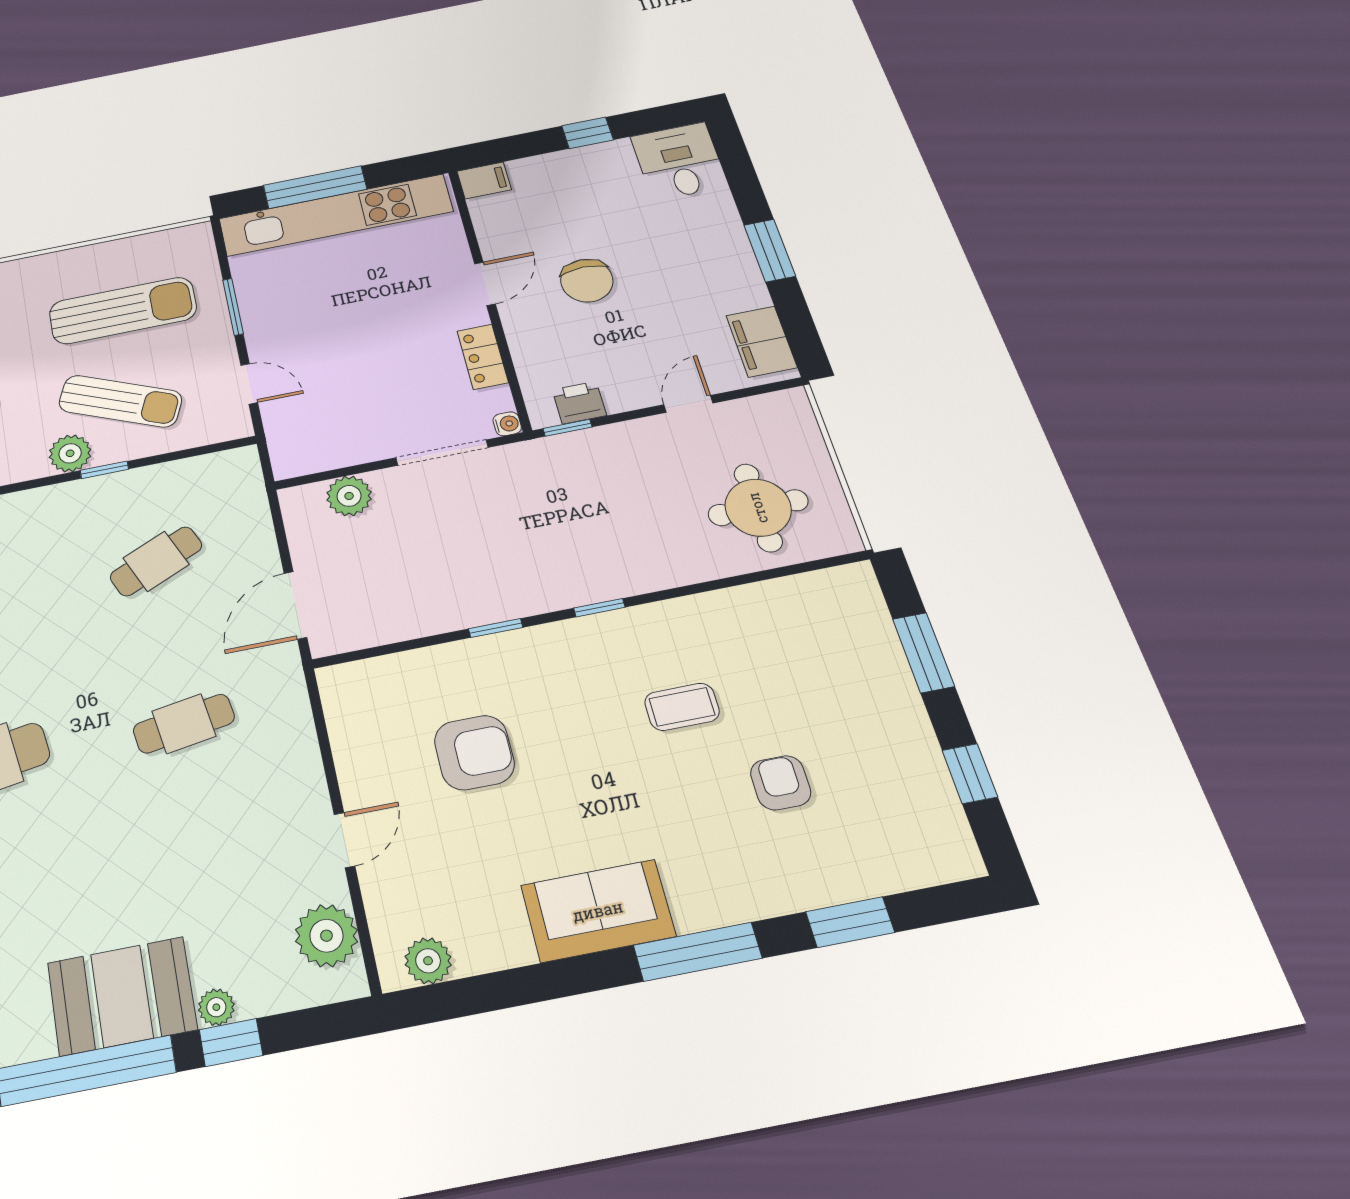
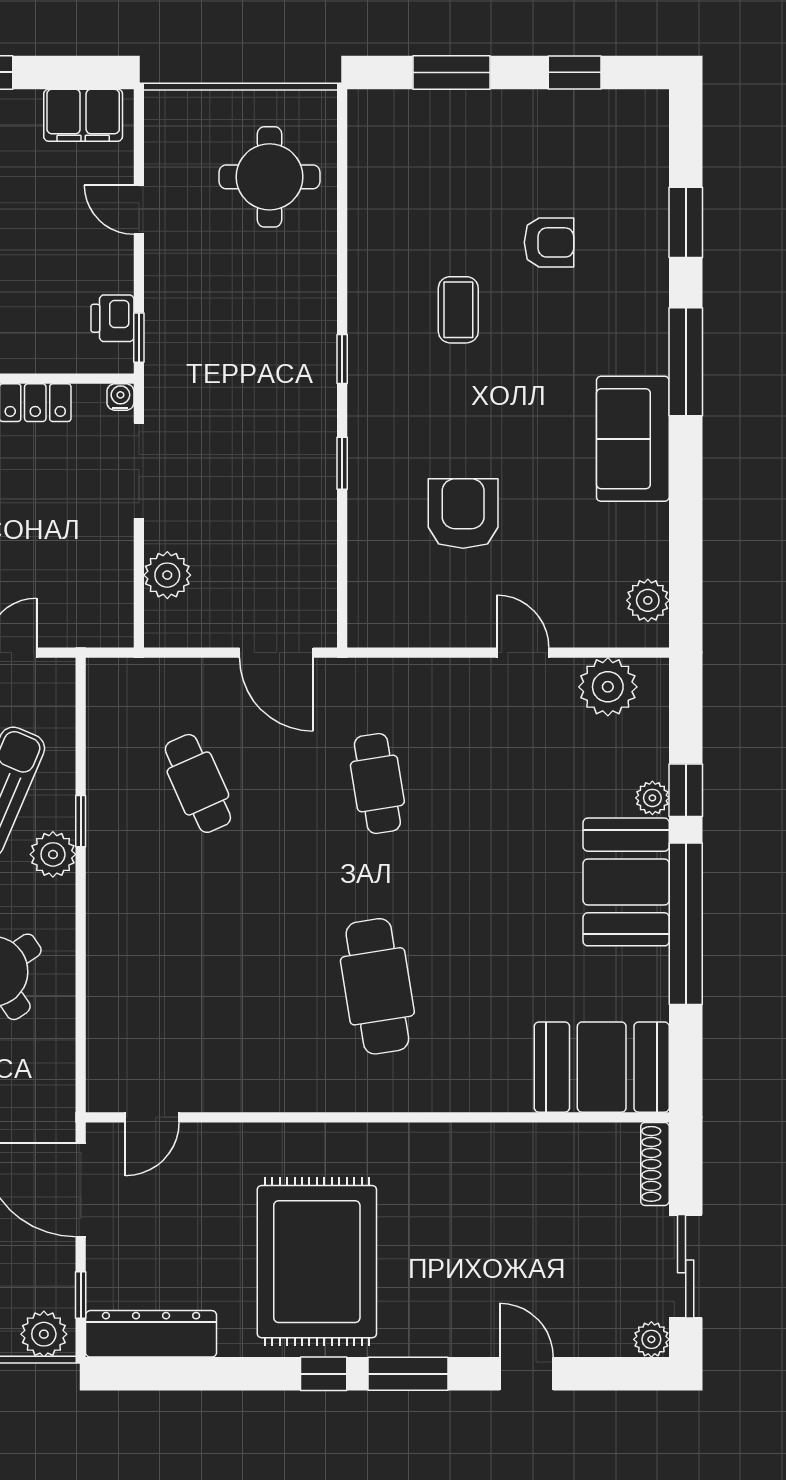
armchair: (781, 783) -> (549, 242), turned 180

